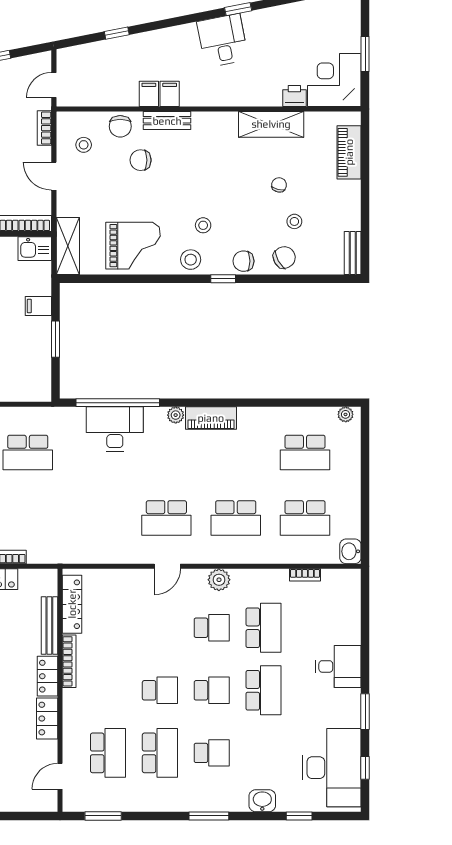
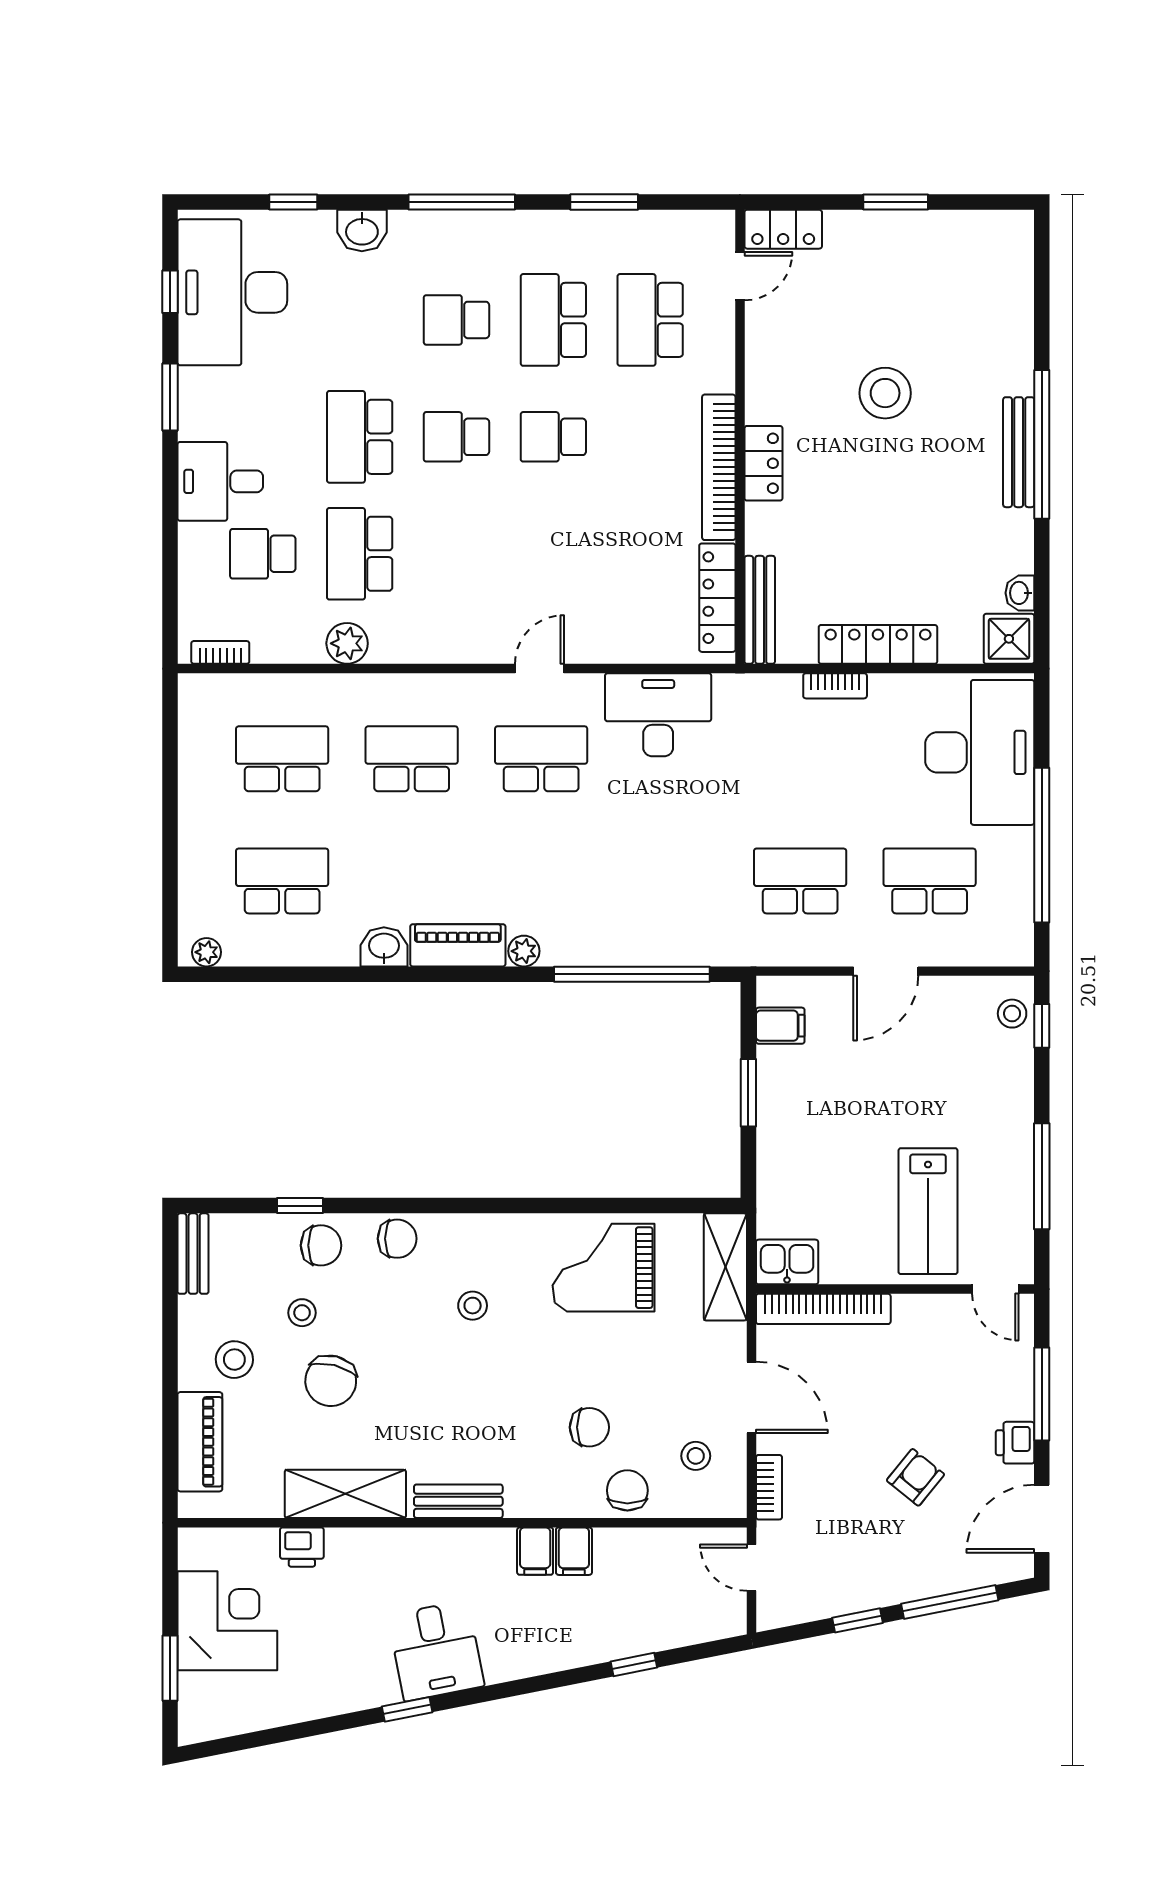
window: (365, 54) -> (170, 1668), moved
corner desk: (334, 80) -> (227, 1621), moved, turned -90
door: (54, 85) -> (751, 1568), swing flipped
bench: (167, 121) -> (458, 1501), moved
door: (54, 176) -> (751, 1397), width x1.38
chair: (279, 185) -> (331, 1381), width x1.87, depth x1.87
chair: (284, 257) -> (321, 1245), turned -151
stool: (191, 260) -> (234, 1360), moved
window: (223, 279) -> (300, 1206), moved
filing cabinet: (38, 306) -> (780, 1026), moved
desk: (115, 429) -> (658, 715), moved, turned 180
washbasin: (350, 551) -> (384, 947), moved, turned -90
bookcase: (305, 575) -> (220, 652), moved
plant: (219, 580) -> (347, 643), moved
bench: (49, 626) -> (760, 610), moved
school desk: (212, 628) -> (263, 554), moved
bookcase: (69, 661) -> (719, 467), width x1.48, depth x1.31
locker: (47, 719) -> (783, 229), moved, turned 90
window: (103, 816) -> (604, 202), moved
window: (209, 816) -> (462, 202), width x1.44

